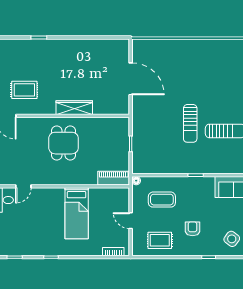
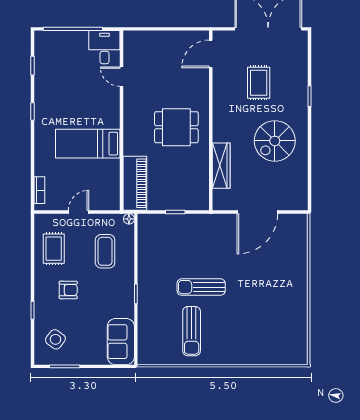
spiral stairs: (74, 65) -> (275, 141), added
rug: (24, 90) -> (259, 83), moved
wardrobe: (74, 108) -> (221, 166), moved
piano: (114, 178) -> (135, 183), width x1.37, depth x1.33

